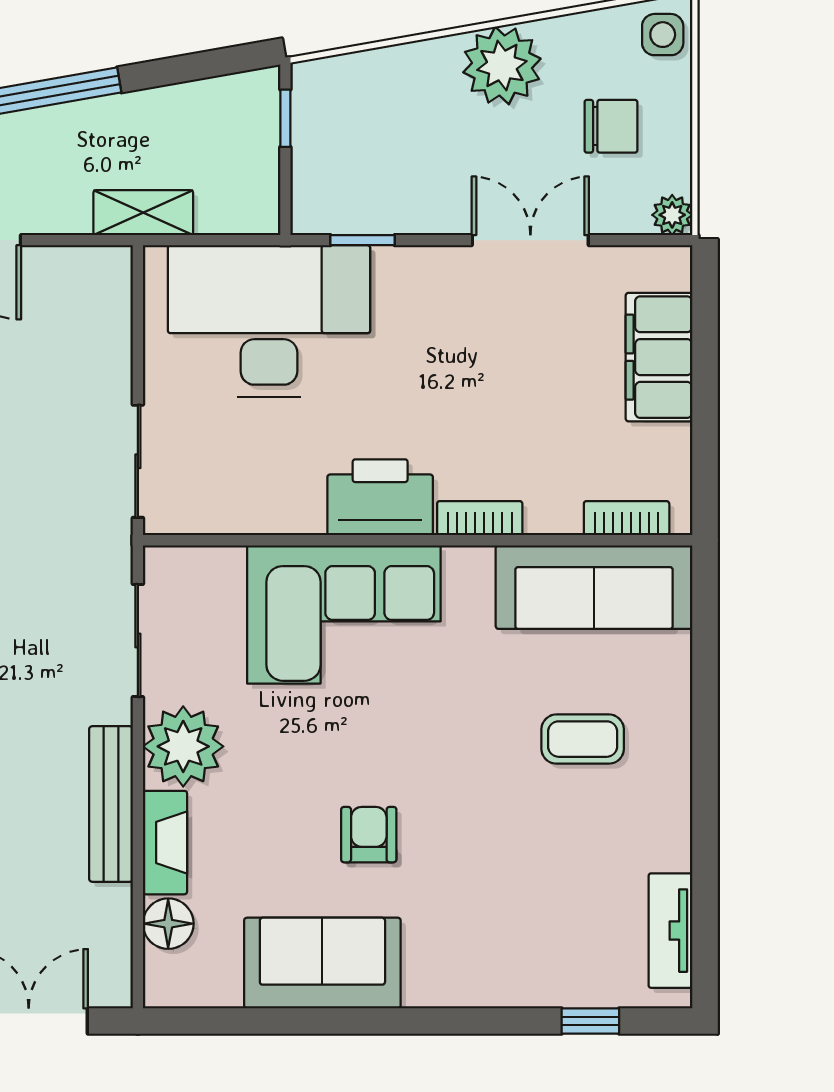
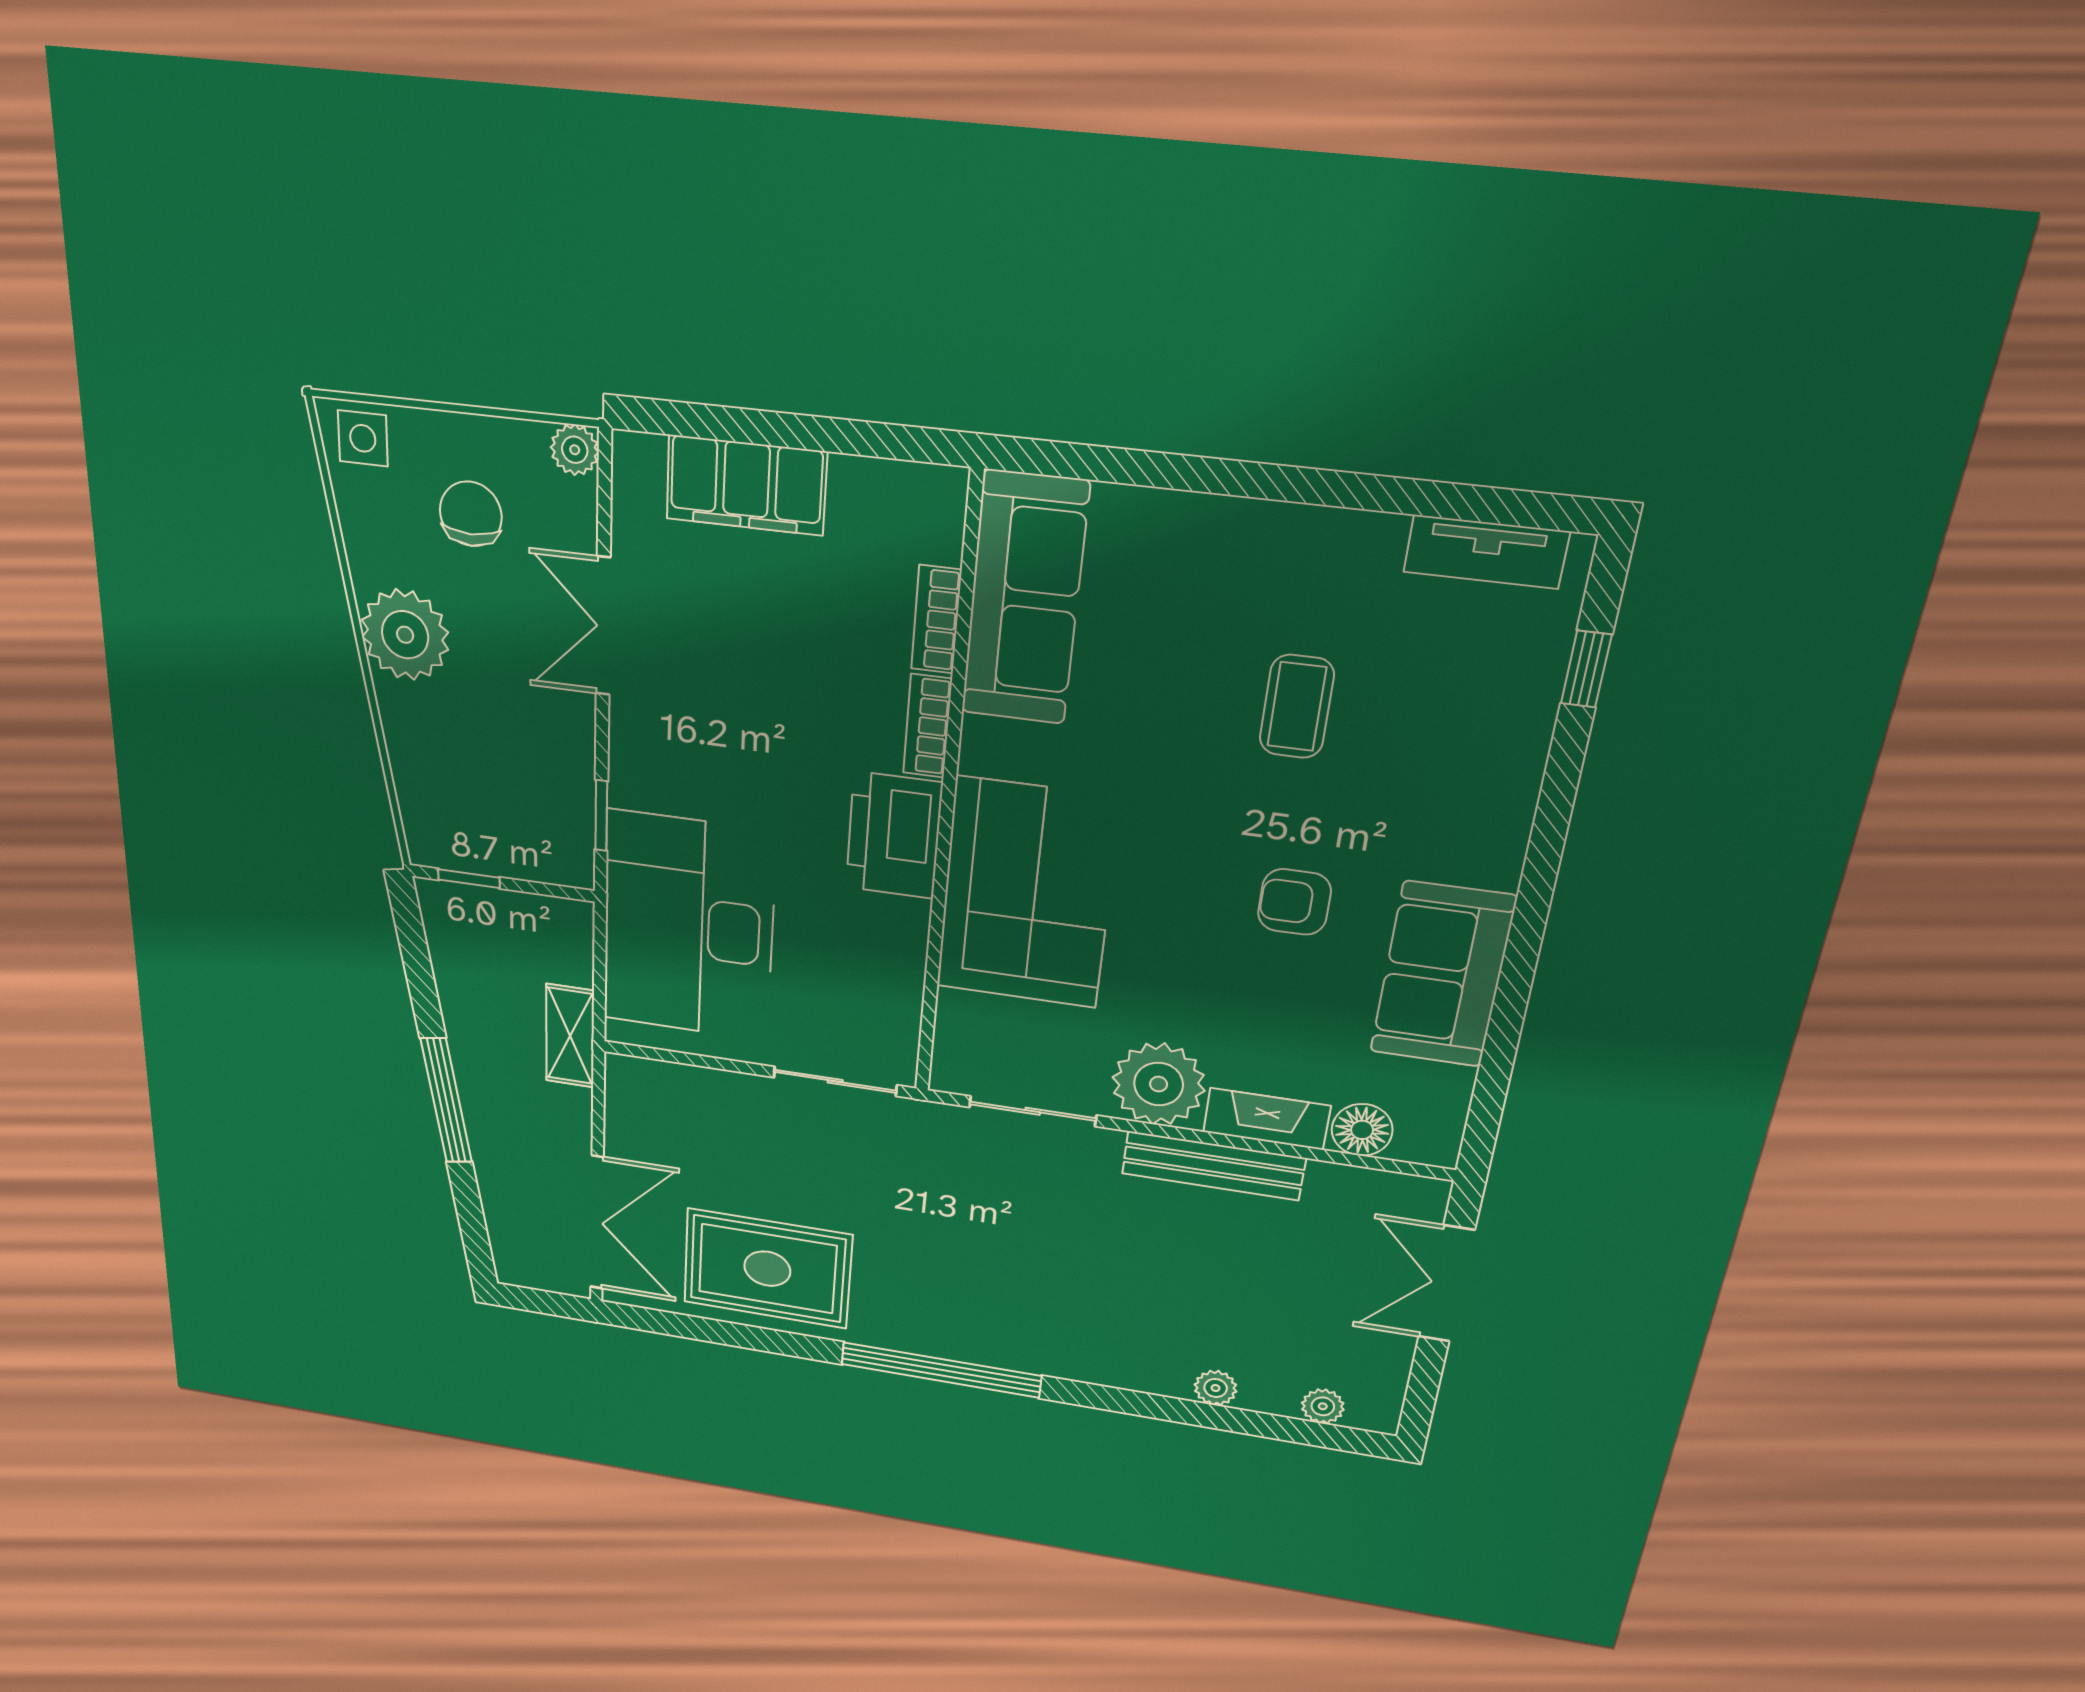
bookcase: (627, 518) -> (936, 619), moved
coffee table: (583, 739) -> (1297, 707), moved

